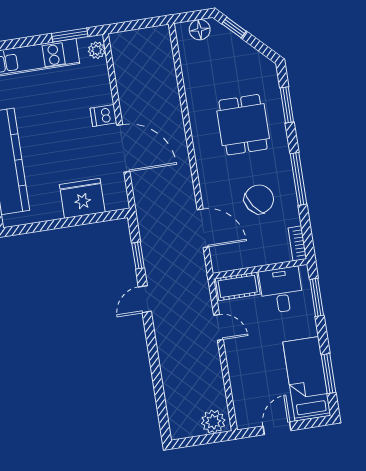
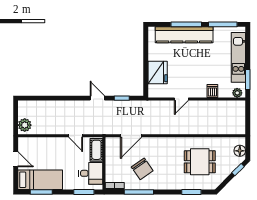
dishwasher: (103, 116) -> (212, 91), moved
dining table: (243, 125) -> (200, 162), moved
door: (123, 148) -> (181, 99), width x0.53
window: (298, 179) -> (139, 192), moved
door: (218, 327) -> (76, 136), hinge flipped

